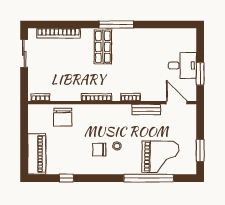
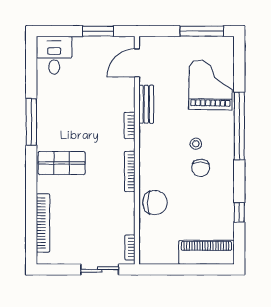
window: (116, 25) -> (31, 122), moved
sliding door: (24, 53) -> (100, 269), moved
desk: (182, 66) -> (54, 55), moved
chair: (63, 117) -> (155, 203), moved
window: (200, 150) -> (202, 31), width x1.44
window: (149, 178) -> (239, 126), moved

